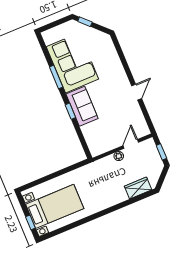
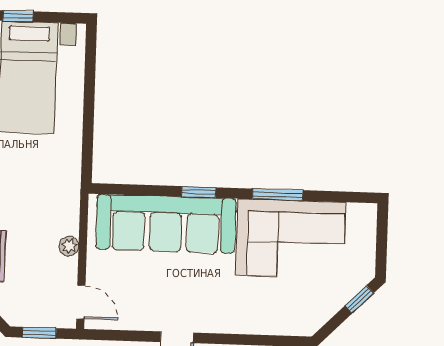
sofa: (82, 106) -> (166, 224), width x1.85, depth x1.27
door: (131, 144) -> (81, 302), moved

